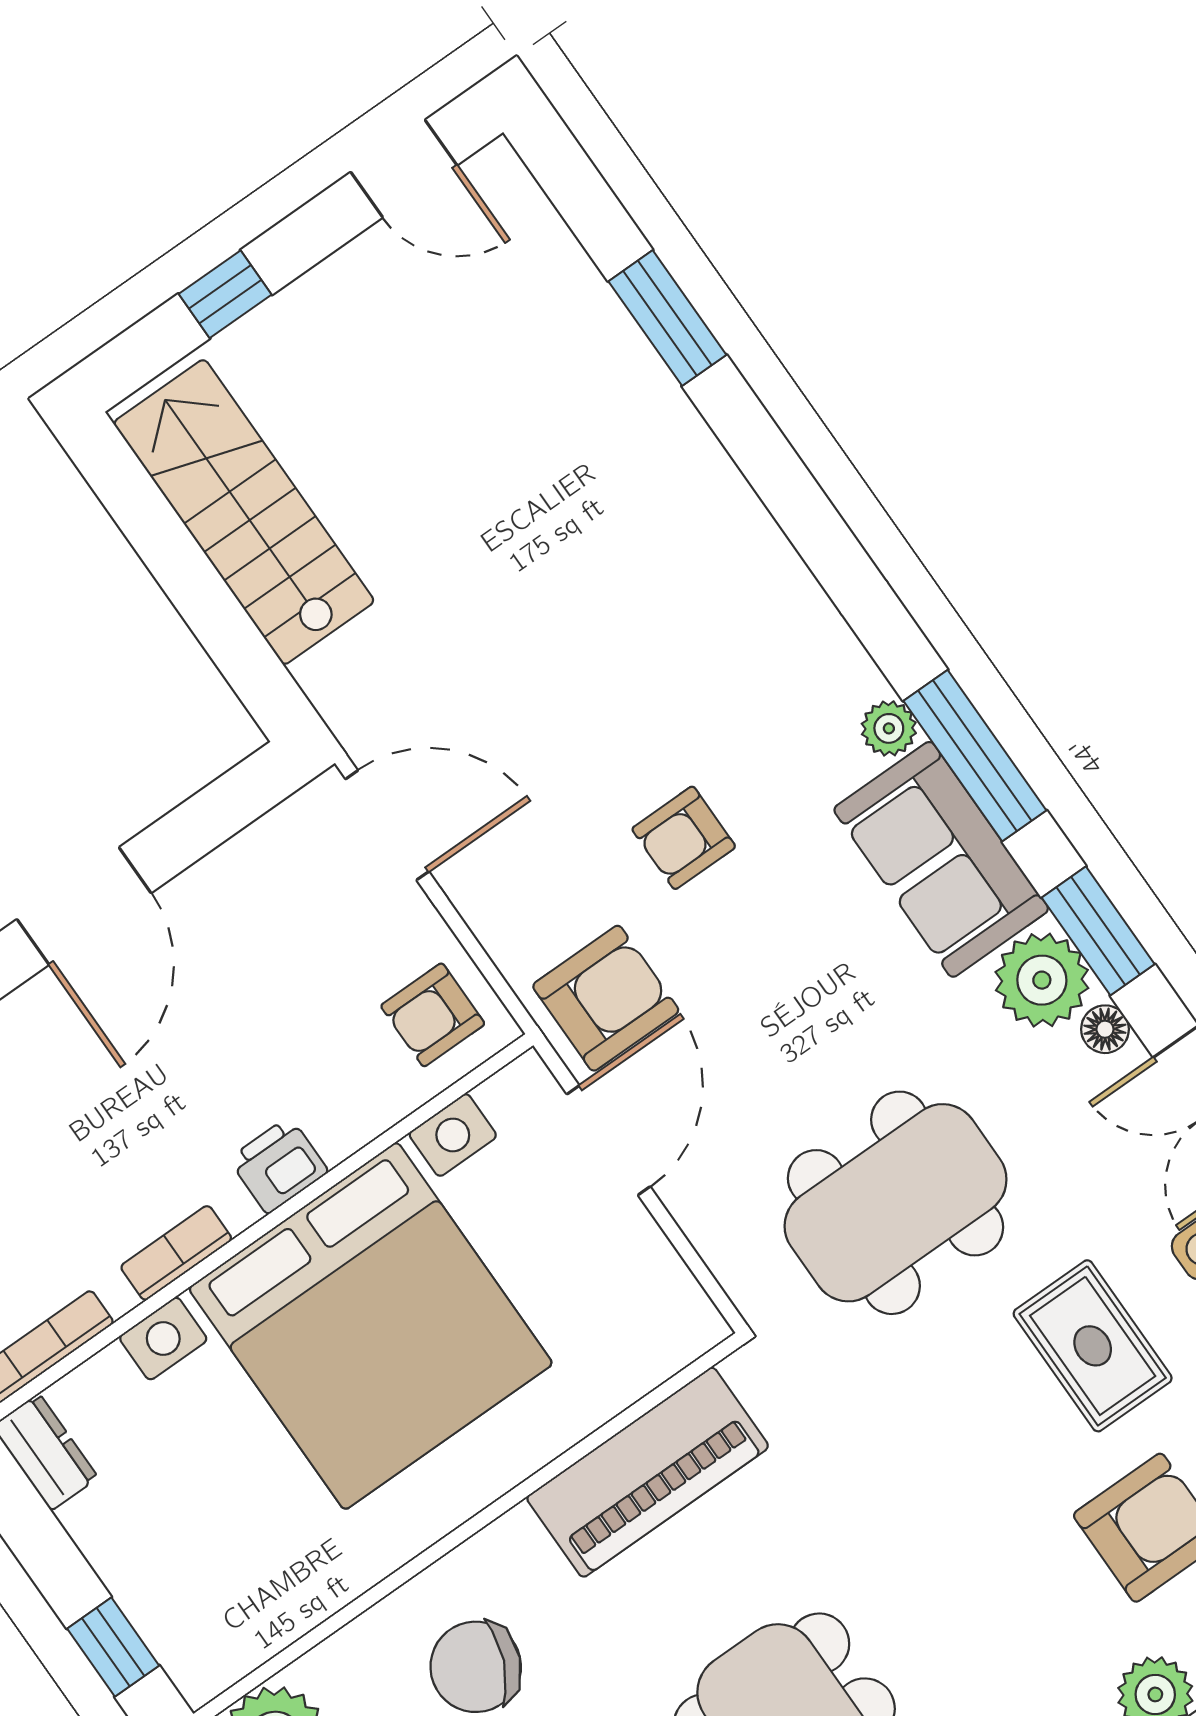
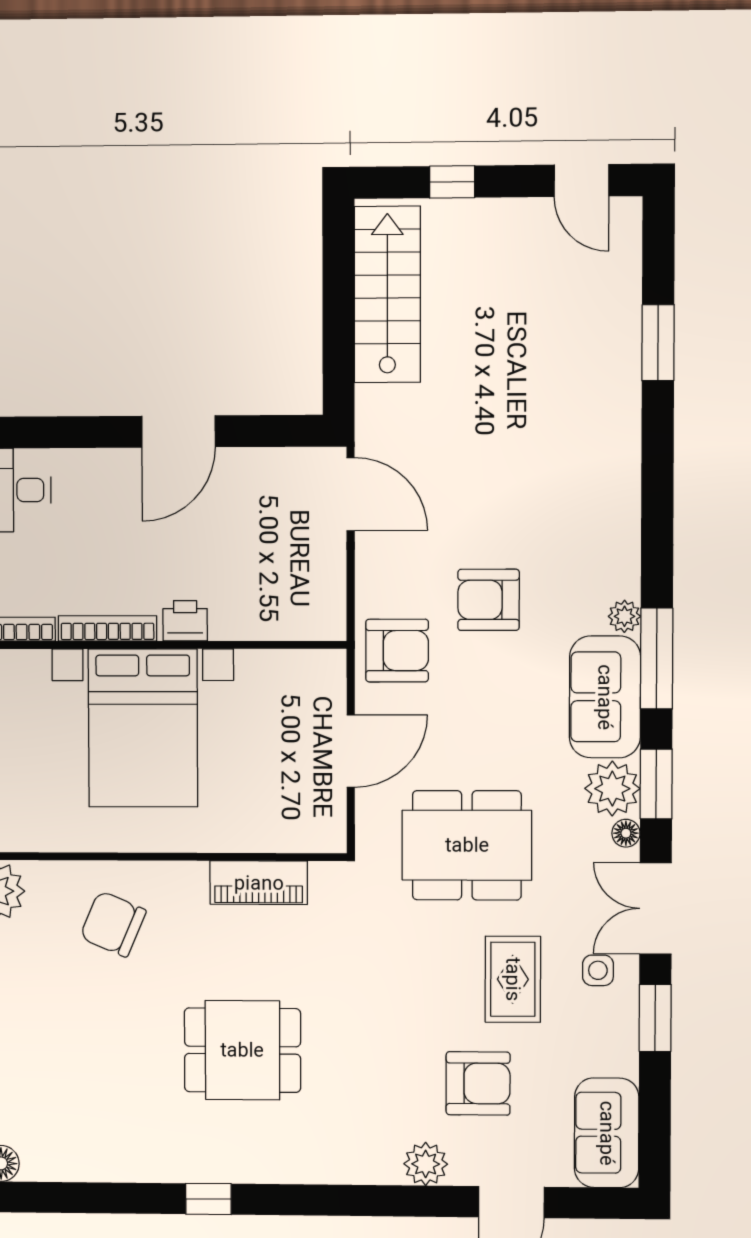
armchair: (684, 838) -> (489, 600), width x1.38, depth x1.38
armchair: (433, 1015) -> (309, 601), removed
door: (609, 1140) -> (351, 751), moved
bookcase: (176, 1253) -> (107, 628), width x1.56
bed with nightstands: (371, 1326) -> (143, 728), width x0.73
piano: (648, 1472) -> (259, 883), width x0.73, depth x0.75

